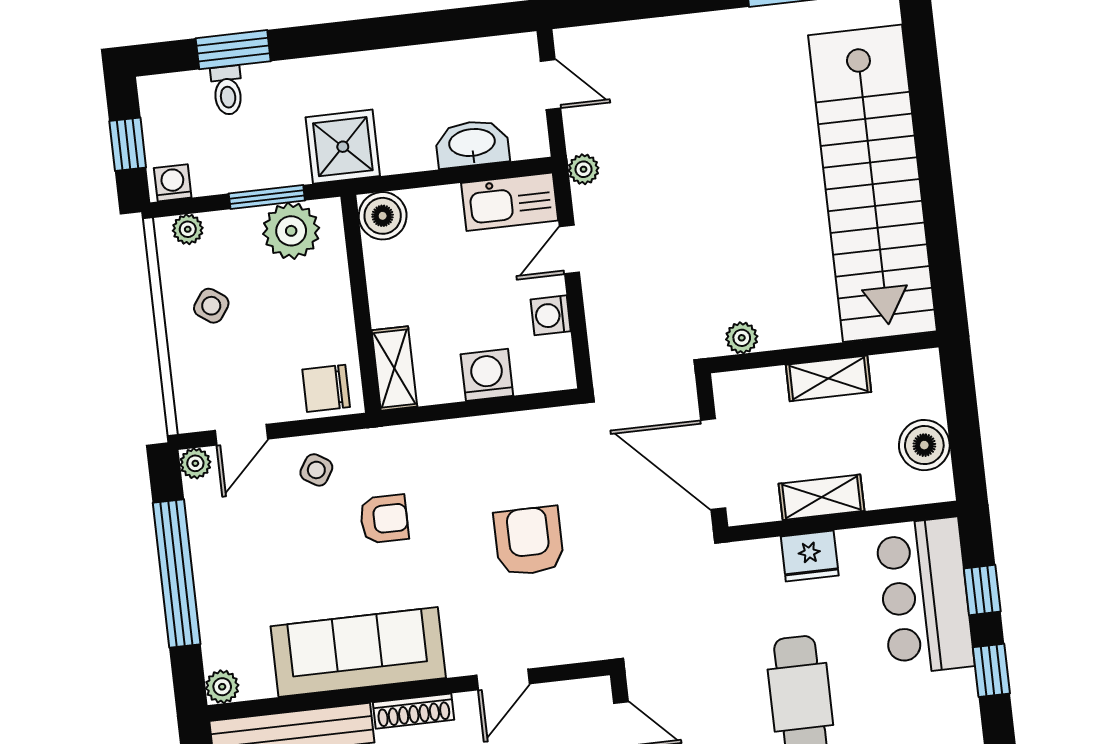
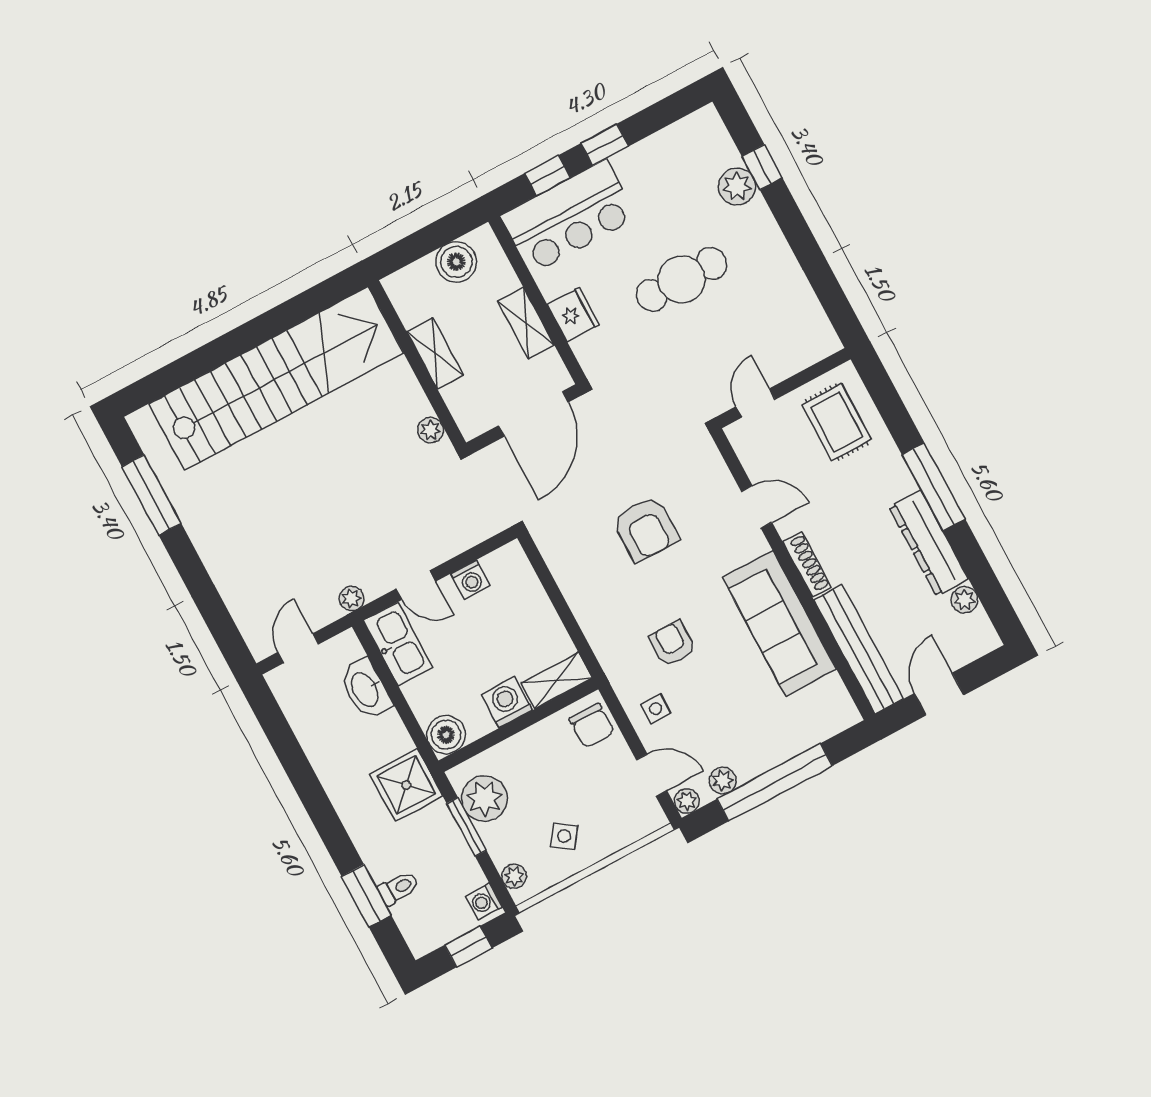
washing machine: (487, 375) -> (507, 702), moved, turned 90
side table: (316, 470) -> (656, 709), turned -32
armchair: (529, 541) -> (646, 529), turned -90
plant: (222, 687) -> (723, 781), moved

